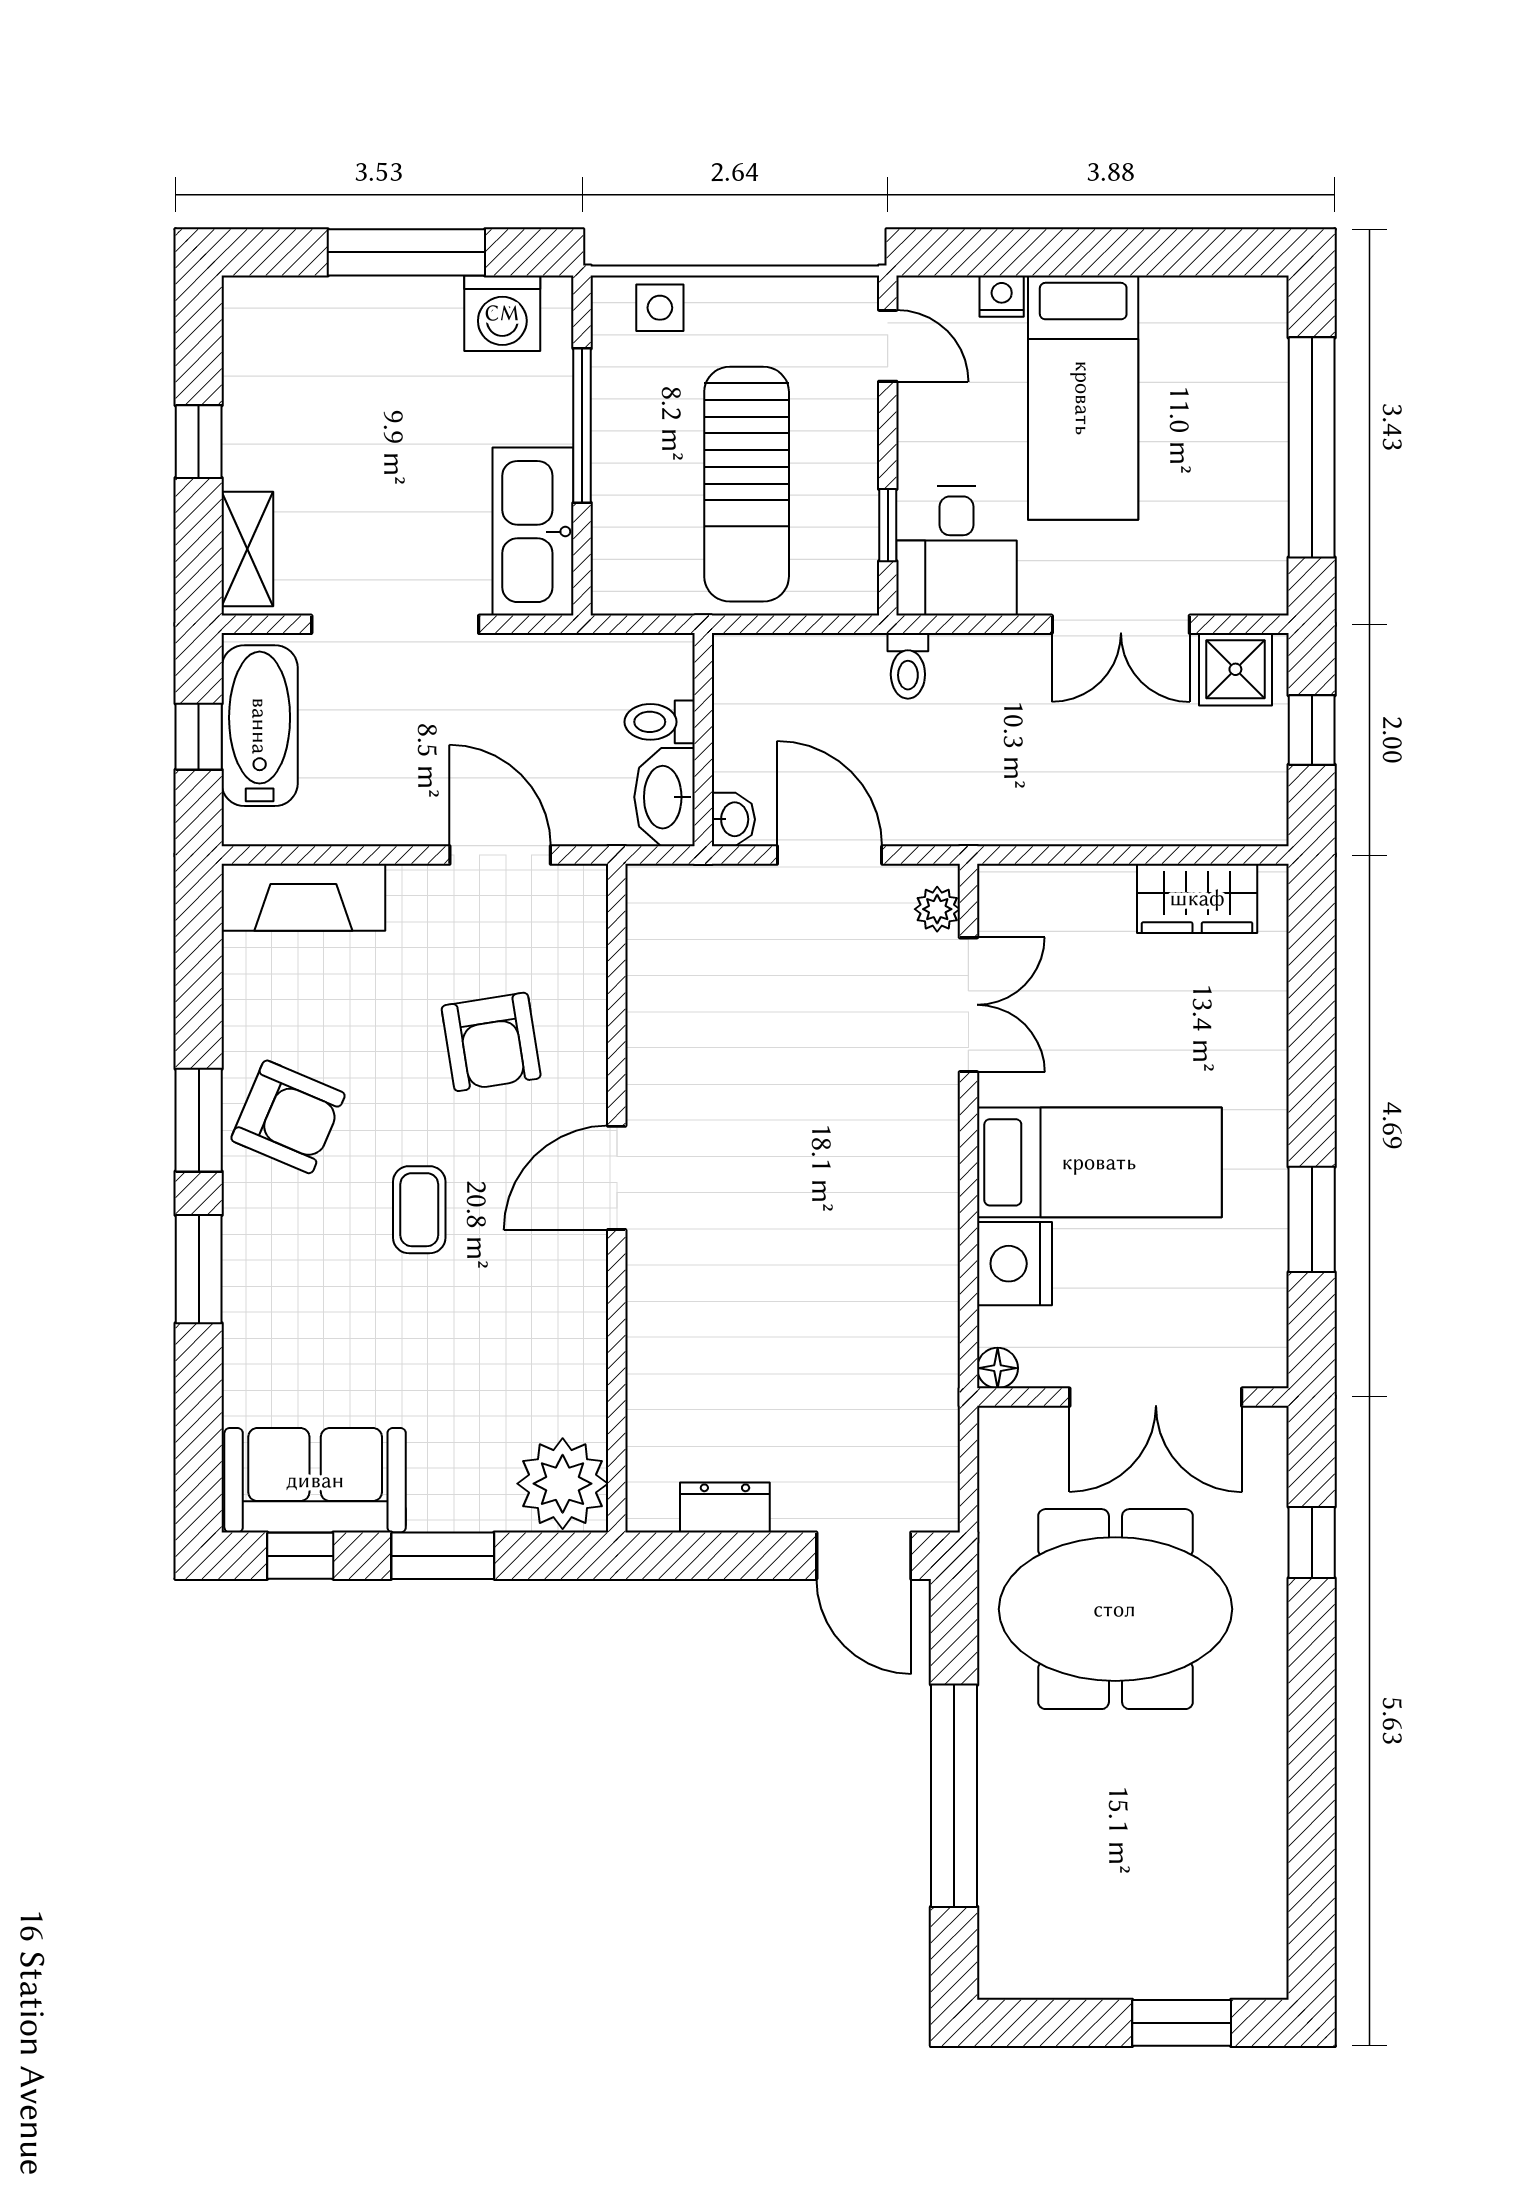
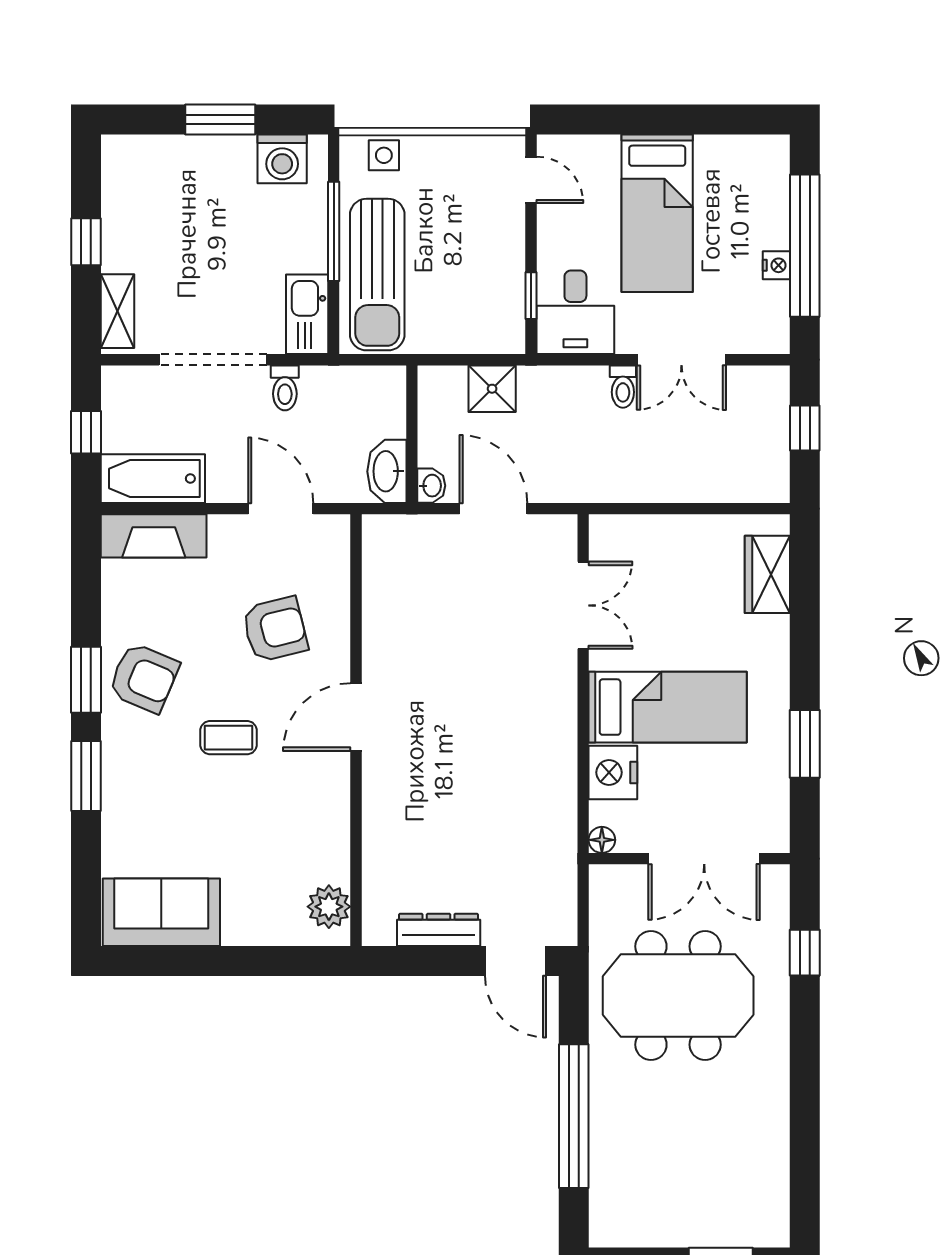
window: (406, 252) -> (220, 120), width x0.69
nightstand: (1002, 296) -> (776, 265), moved, turned 90
sun lounger: (747, 484) -> (377, 275), moved
kitchen sink: (533, 532) -> (307, 314), width x0.73, depth x0.81
toilet: (908, 666) -> (623, 387), moved
shower: (1235, 669) -> (492, 389), moved
toilet: (660, 722) -> (285, 388), moved, turned -90
bathtub: (260, 726) -> (153, 479), moved, turned -90
wardrobe: (1197, 898) -> (767, 574), moved, turned 90
plant: (937, 909) -> (563, 544), removed
armchair: (491, 1042) -> (275, 629), turned -95
coffee table: (419, 1210) -> (229, 738), turned 90
plant: (563, 1484) -> (329, 907), width x0.73, depth x0.73
dresser: (725, 1507) -> (439, 930), width x1.44
window: (300, 1556) -> (152, 961), removed
window: (443, 1556) -> (244, 961), removed

